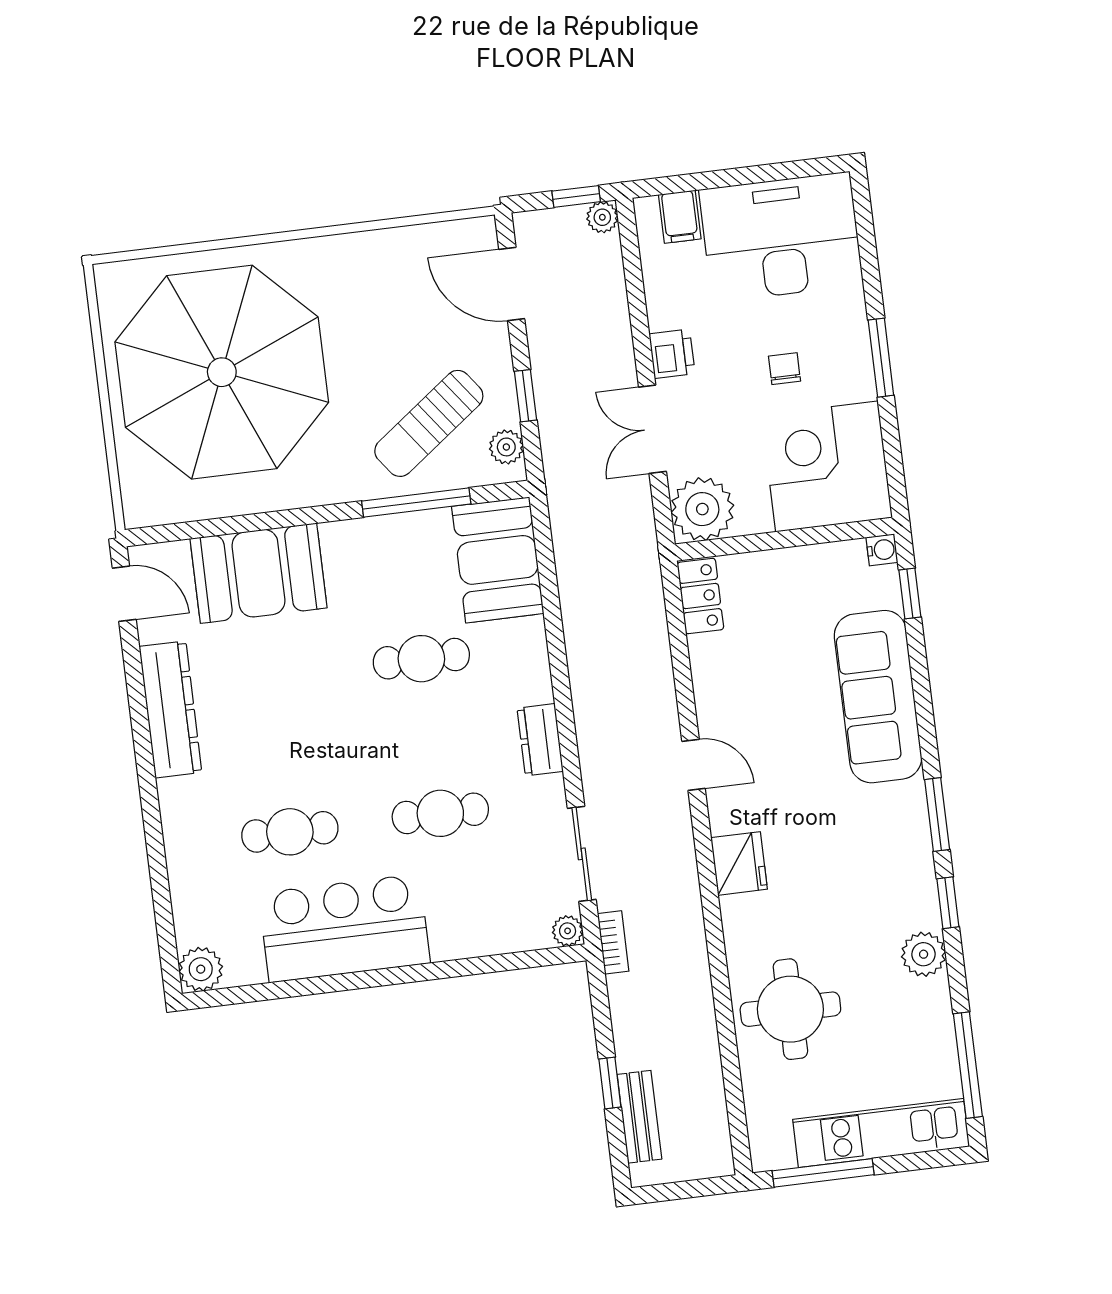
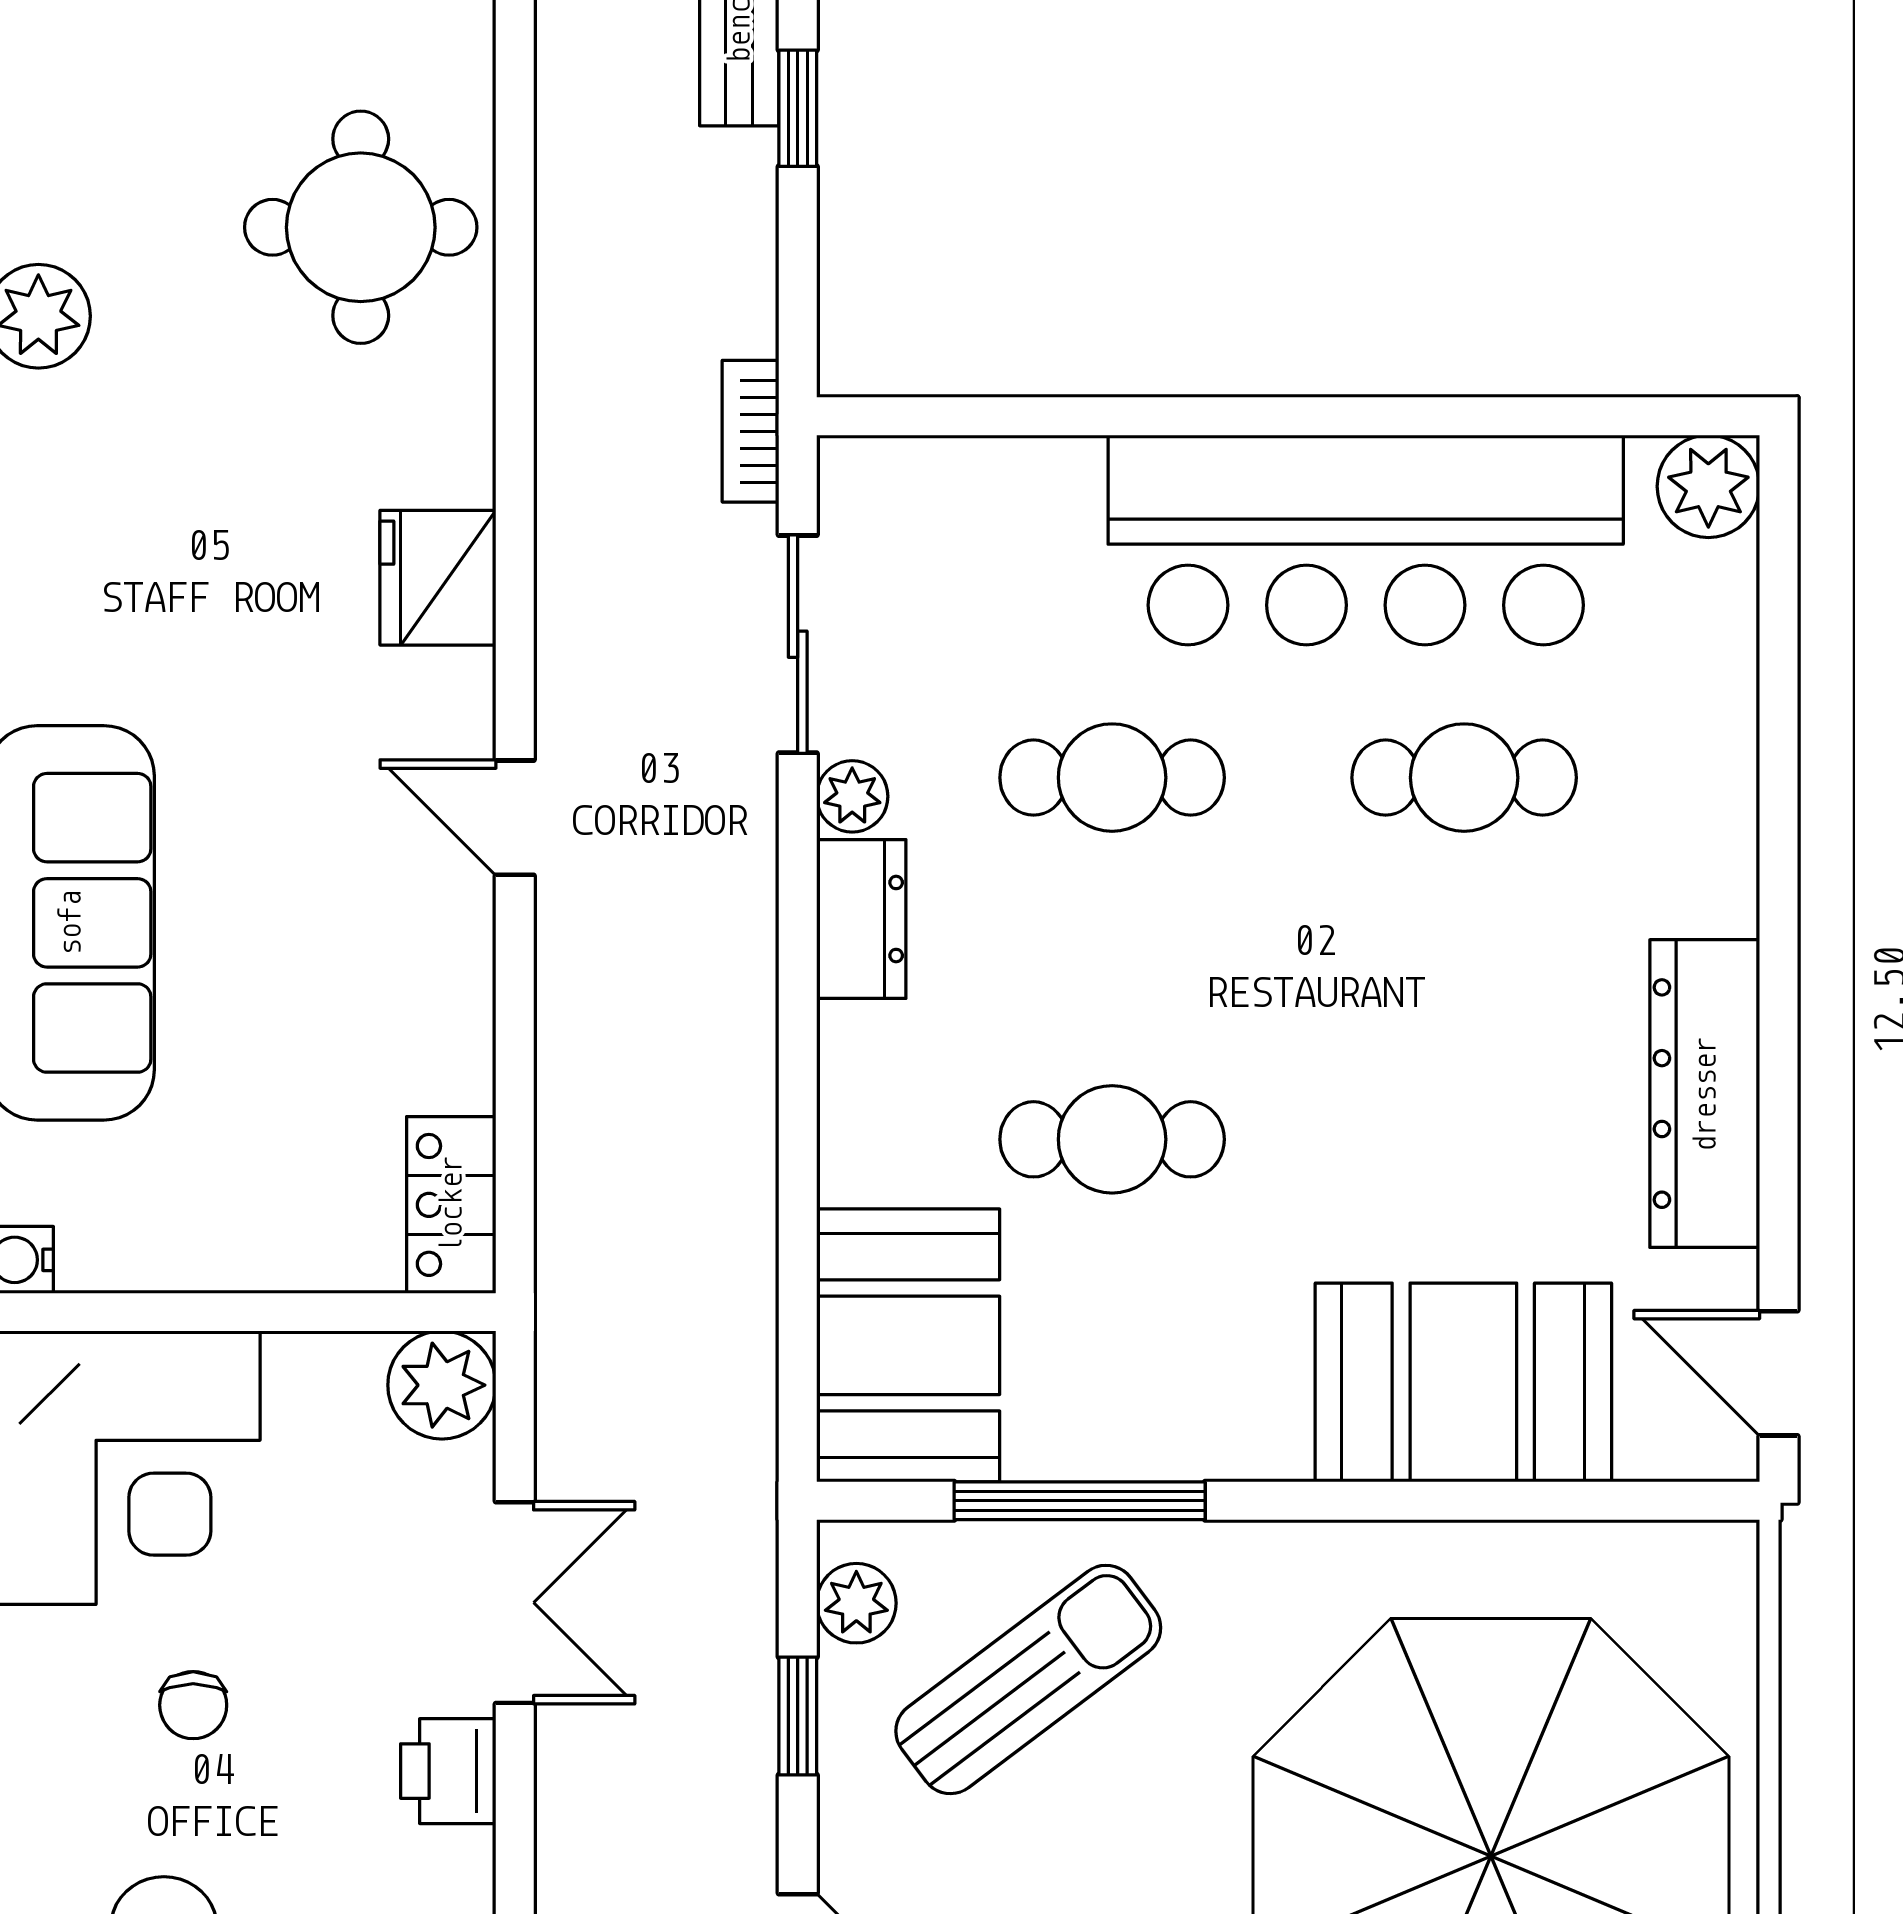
plant: (702, 509) -> (442, 1385), width x0.73, depth x0.73
bar counter: (344, 928) -> (1366, 540), width x1.36
plant: (568, 931) -> (852, 796), moved

